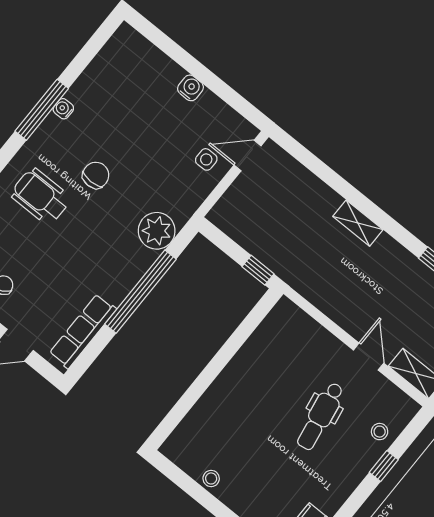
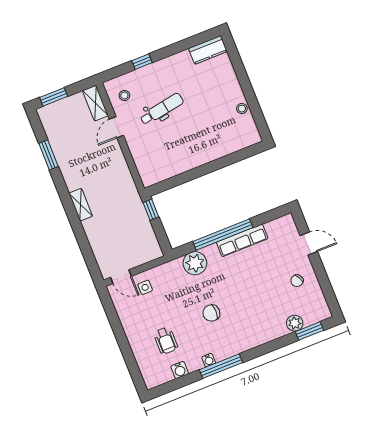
water cooler: (190, 88) -> (180, 370), moved, turned -90
wheelchair: (41, 196) -> (166, 341), moved, width x0.73, depth x0.73
row of seats: (83, 331) -> (242, 240), moved
stool: (380, 432) -> (124, 95), moved

